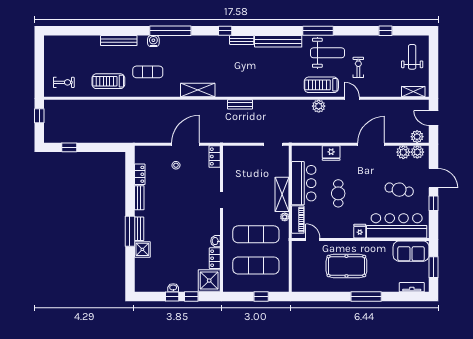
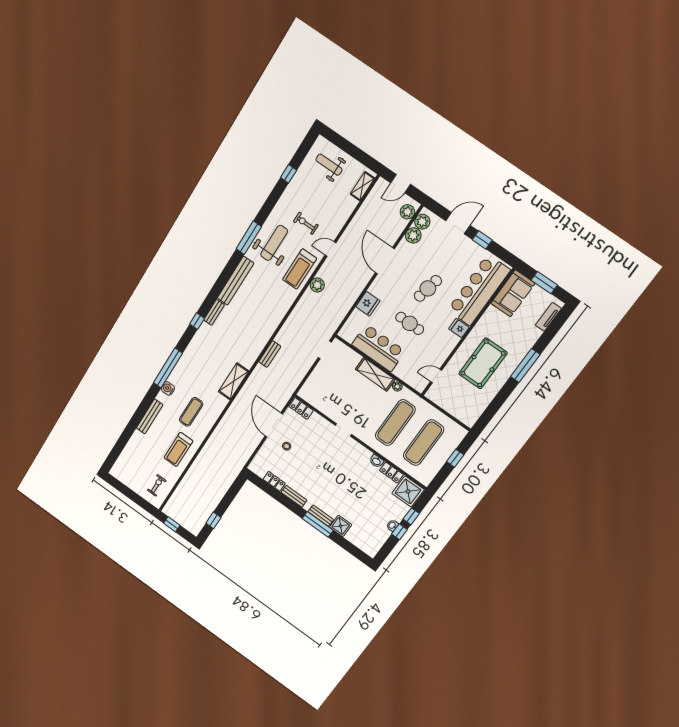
cafe table: (399, 190) -> (428, 288), moved
piano: (298, 220) -> (408, 377), removed

